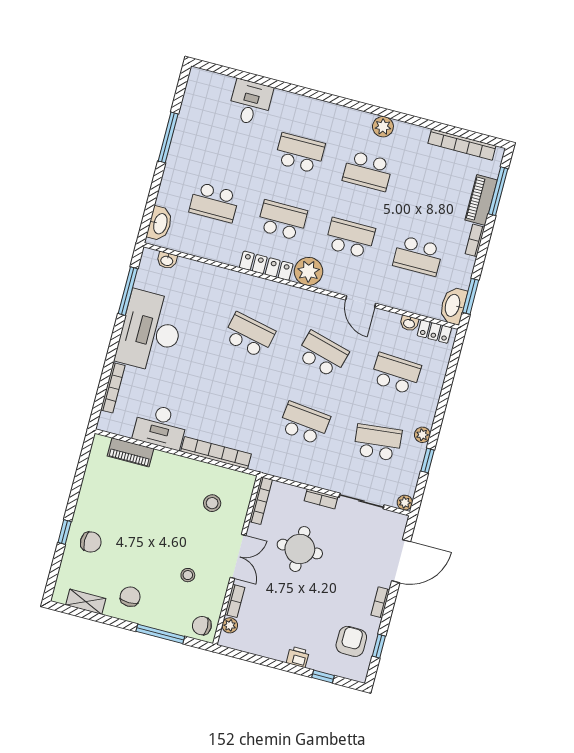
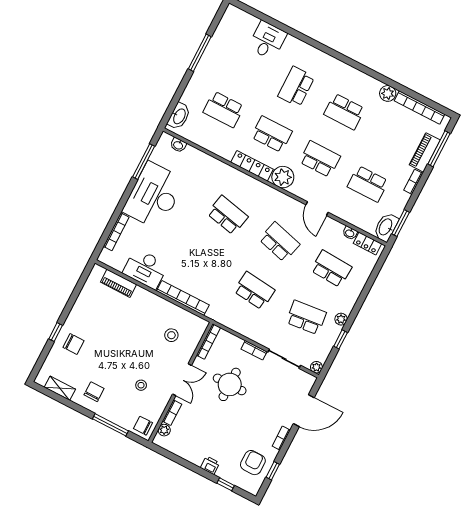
plant: (383, 127) -> (388, 93), moved
school desk: (300, 153) -> (296, 87), turned -90

